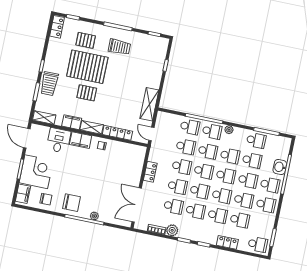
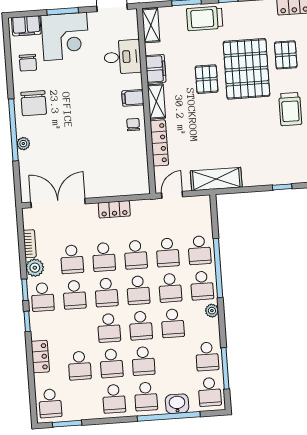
filing cabinet: (81, 140) -> (133, 98), width x0.50
school desk: (252, 160) -> (210, 392), moved
school desk: (218, 215) -> (43, 297), moved

